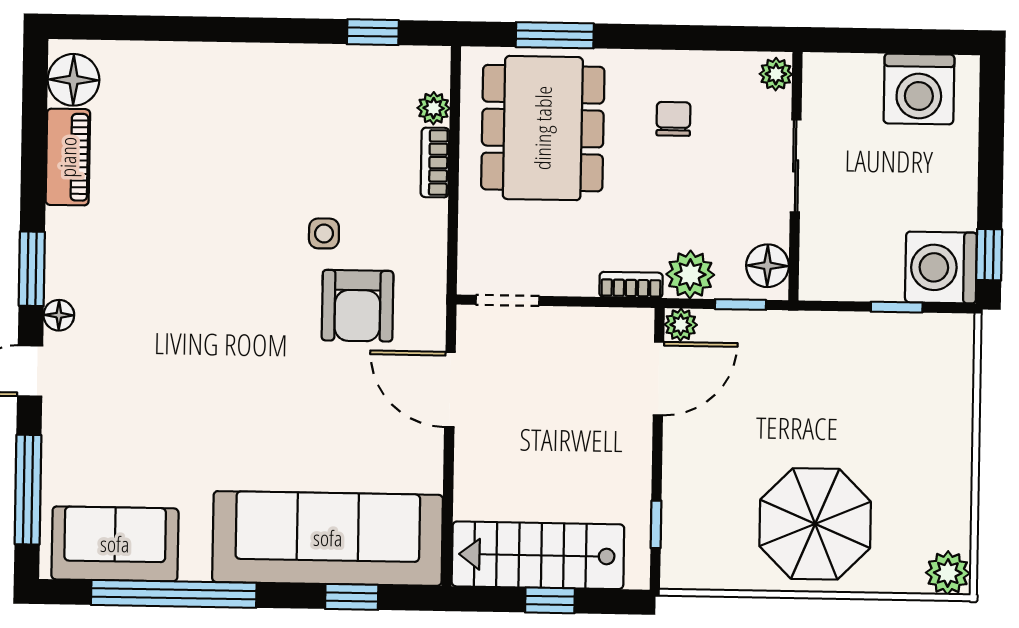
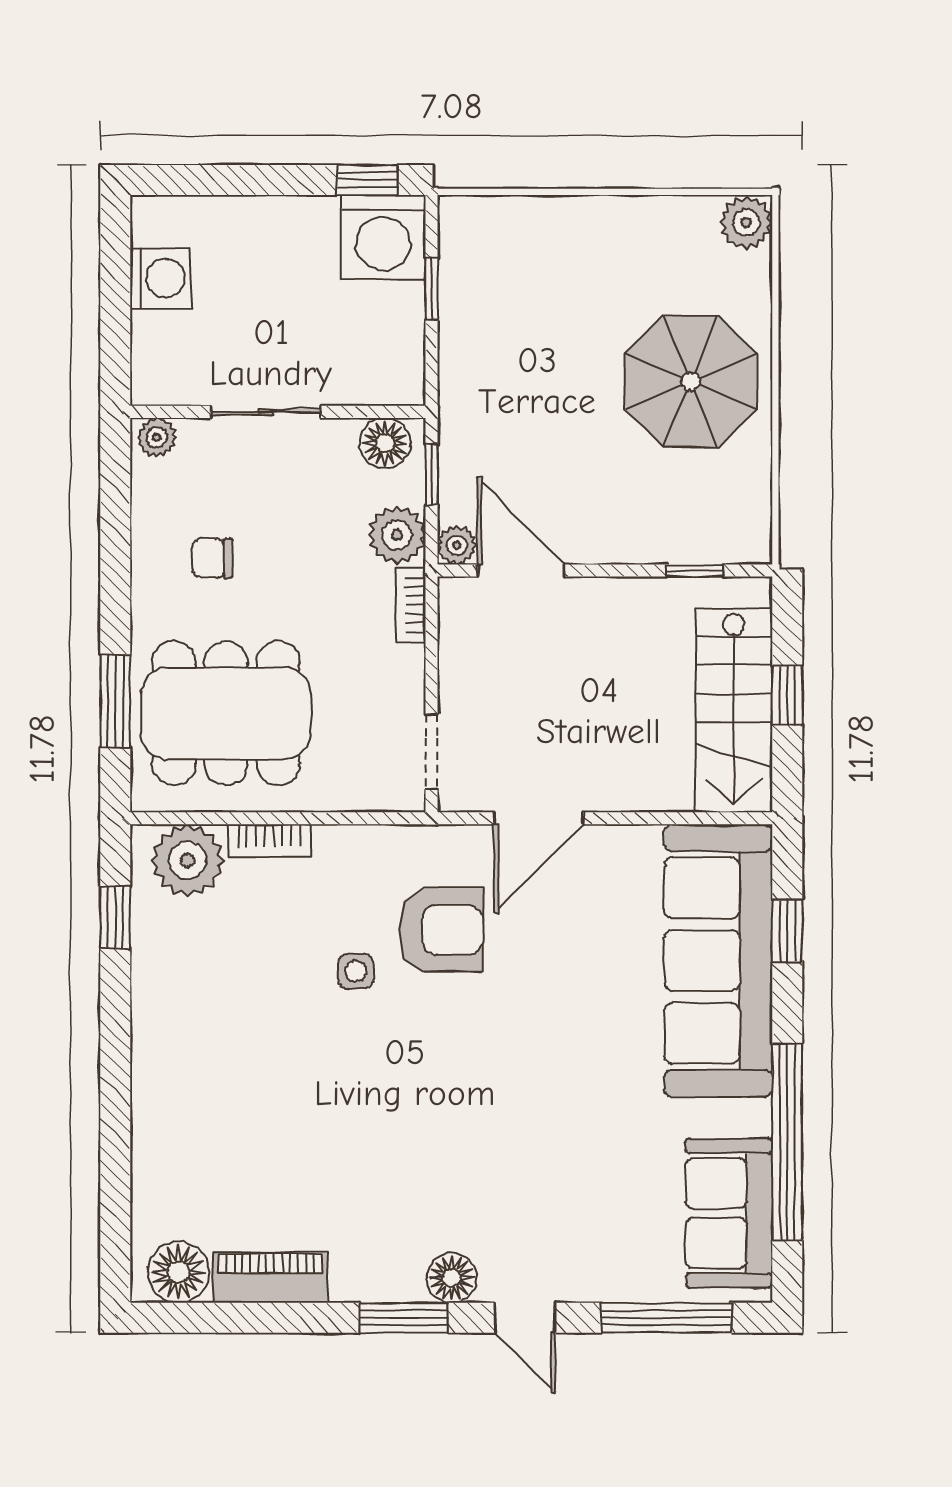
washing machine: (919, 89) -> (160, 278), width x0.73, depth x0.73
plant: (434, 108) -> (188, 860), width x1.88, depth x1.88
floor lamp: (59, 315) -> (452, 1278), width x1.37, depth x1.37

